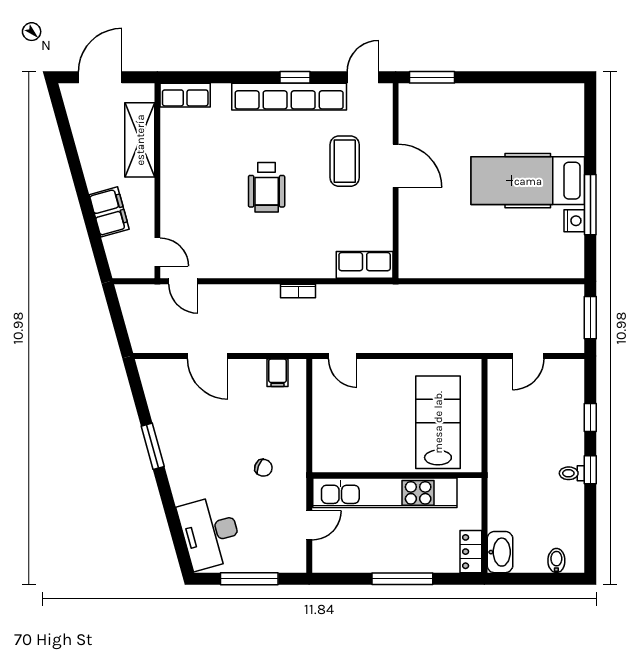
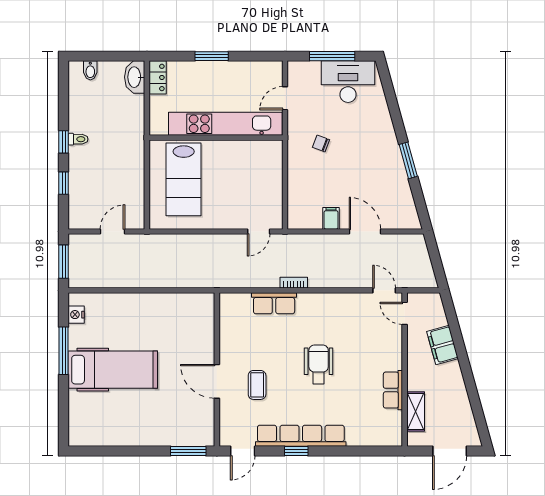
row of seats: (185, 95) -> (393, 390), moved, turned -90
shelving: (140, 140) -> (416, 411), width x0.67, depth x0.75
coffee table: (345, 161) -> (257, 385), width x0.73, depth x0.77
nightstand: (574, 221) -> (76, 315), moved
row of seats: (365, 265) -> (274, 303), moved
door: (343, 356) -> (259, 232), swing flipped
filing cabinet: (277, 373) -> (331, 218), moved
desk: (210, 533) -> (348, 82), moved, turned -75
window: (402, 579) -> (212, 56), width x0.69

